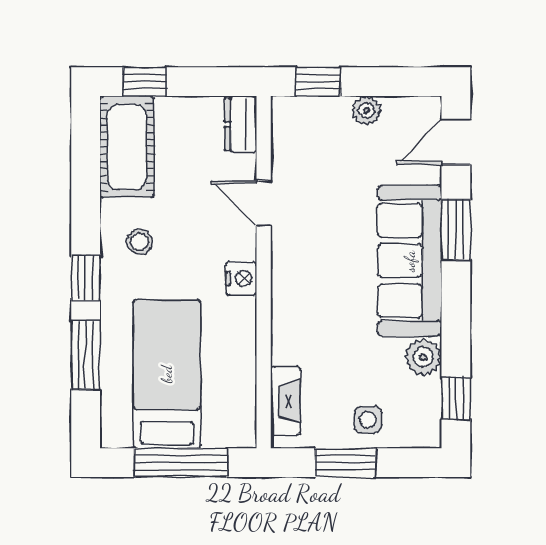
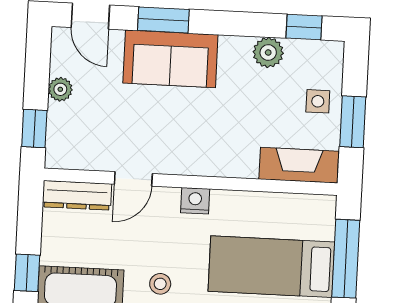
dresser: (241, 124) -> (77, 195), width x1.44
sofa: (410, 261) -> (170, 59), width x0.73
fireplace: (285, 401) -> (299, 165), width x1.37, depth x1.32

